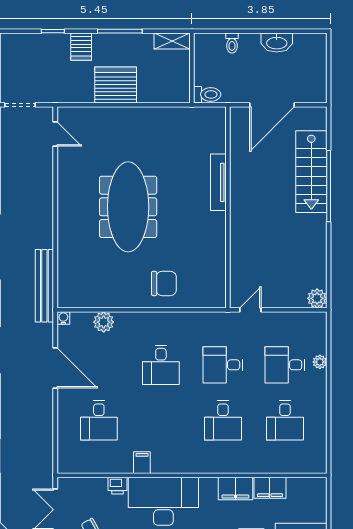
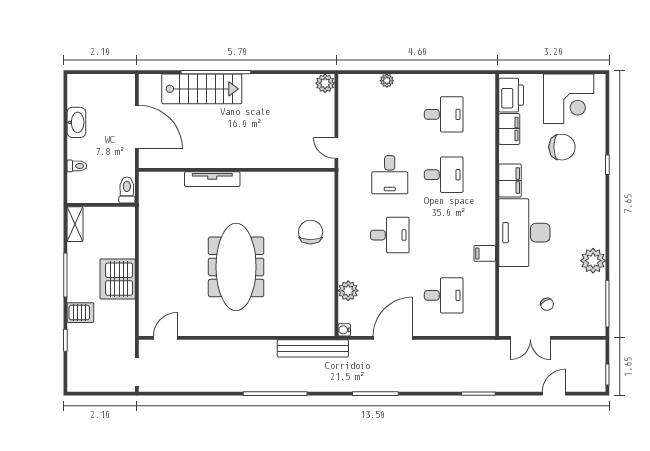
meeting table: (128, 207) -> (236, 267), turned 90
desk: (285, 365) -> (390, 114), removed
printer: (118, 486) -> (511, 95), moved, width x1.87, depth x1.48
filing cabinet: (235, 489) -> (510, 180), moved

